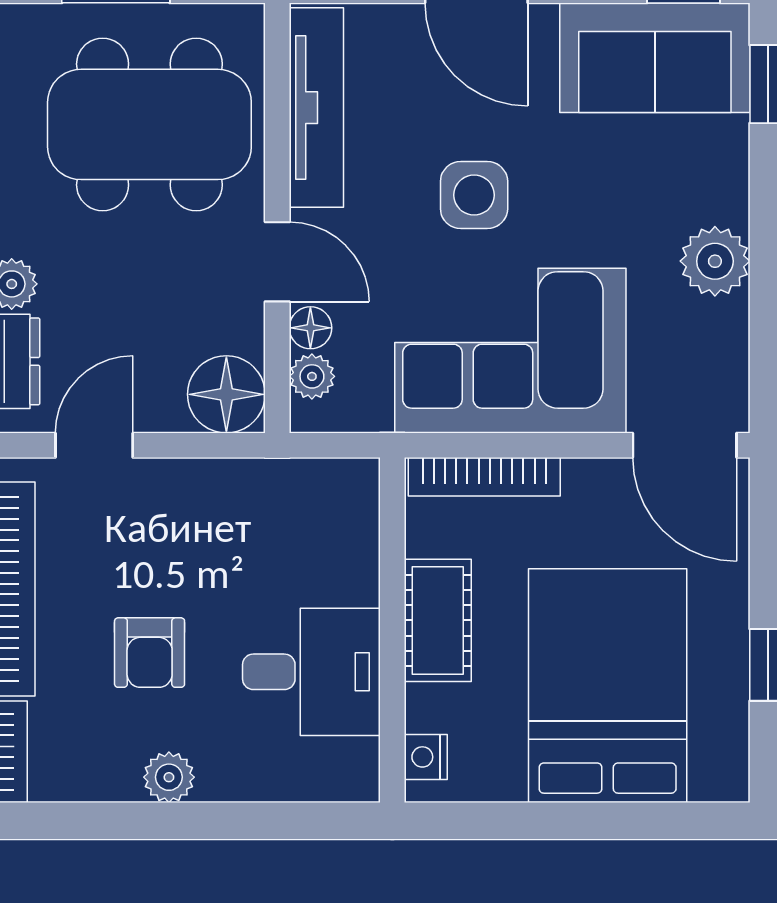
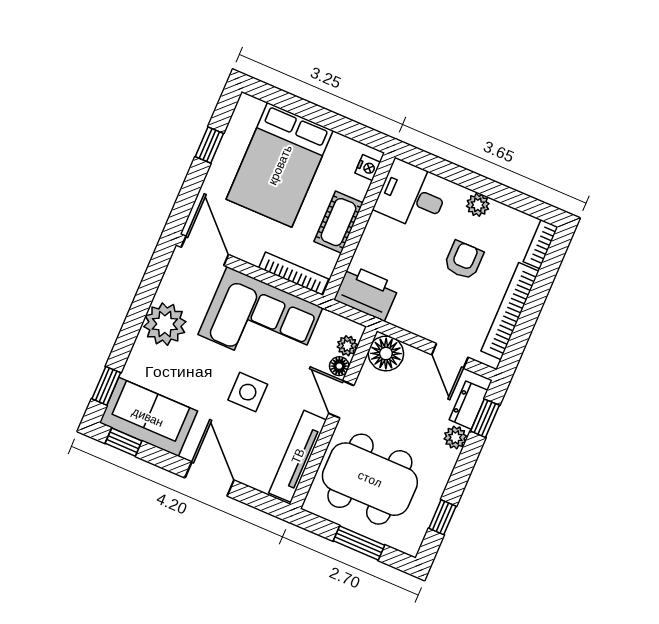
plant: (715, 261) -> (165, 324), width x1.36, depth x1.36
door: (94, 445) -> (450, 356), hinge flipped
printer: (319, 501) -> (366, 293), added
desk: (311, 672) -> (412, 195), moved

